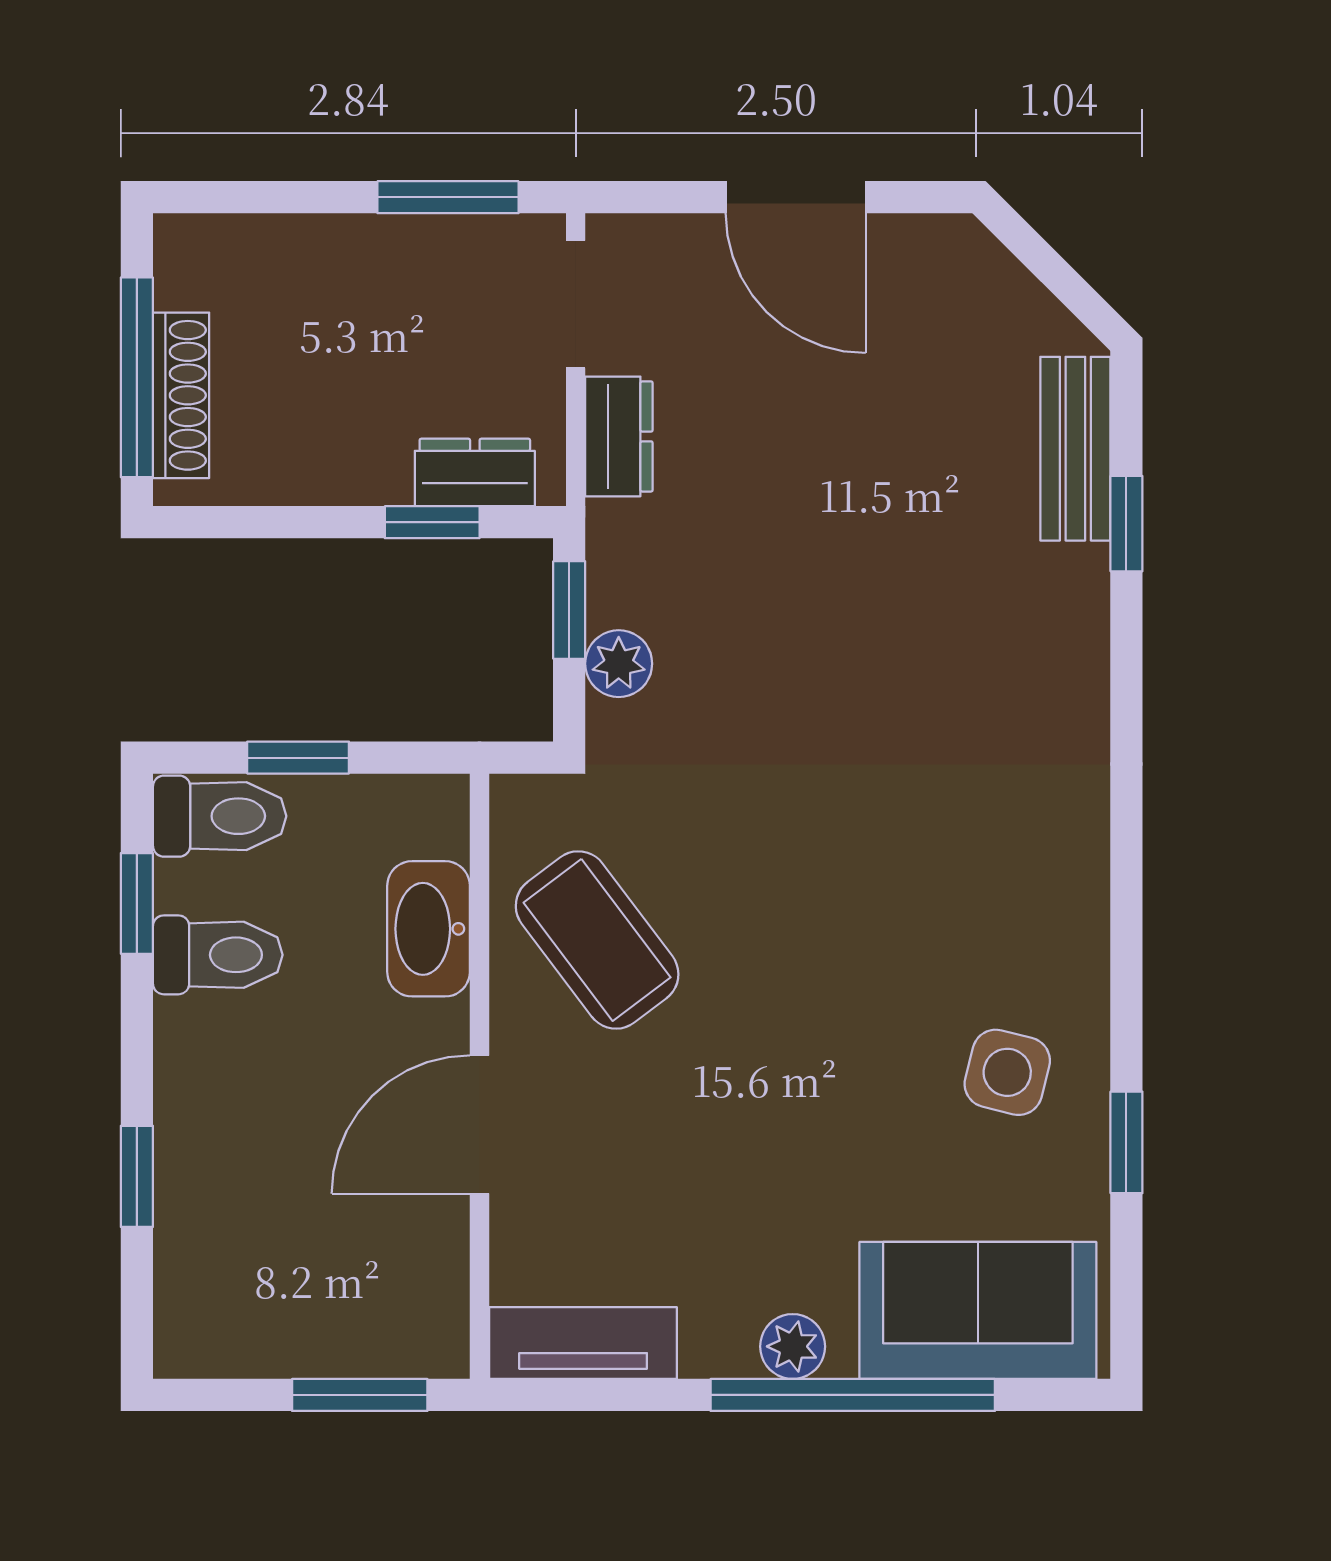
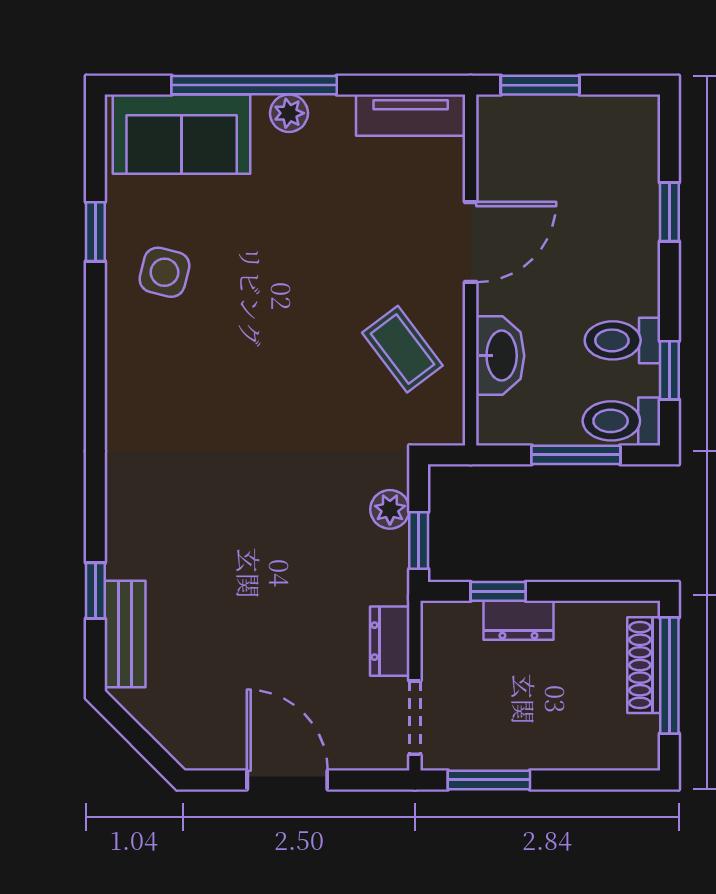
dresser: (475, 472) -> (518, 620), moved
window: (298, 758) -> (576, 455), width x1.50
coffee table: (597, 940) -> (402, 349), width x0.73, depth x0.77

